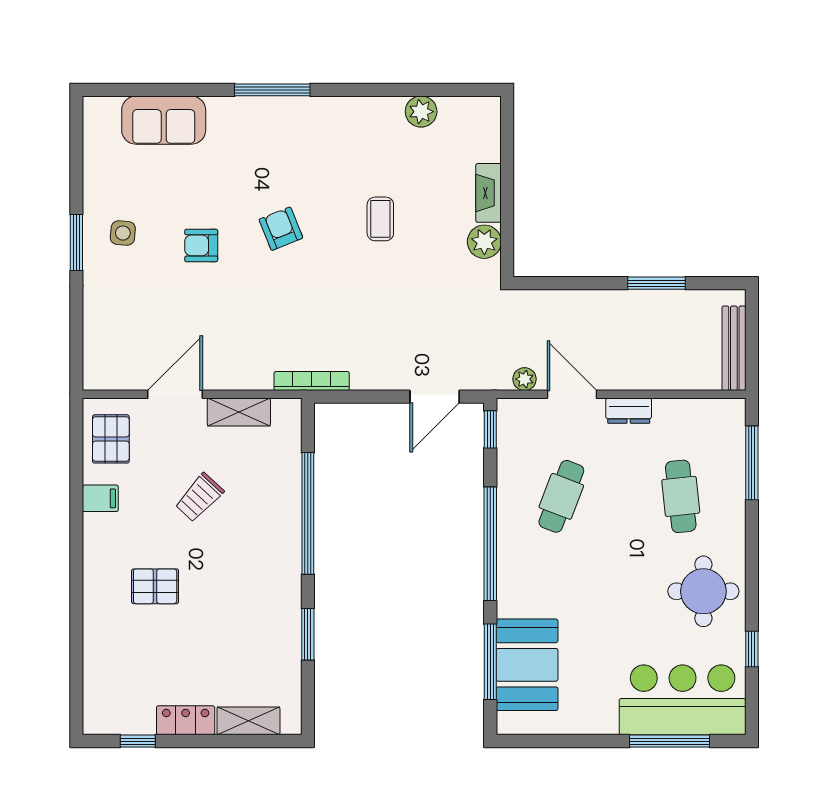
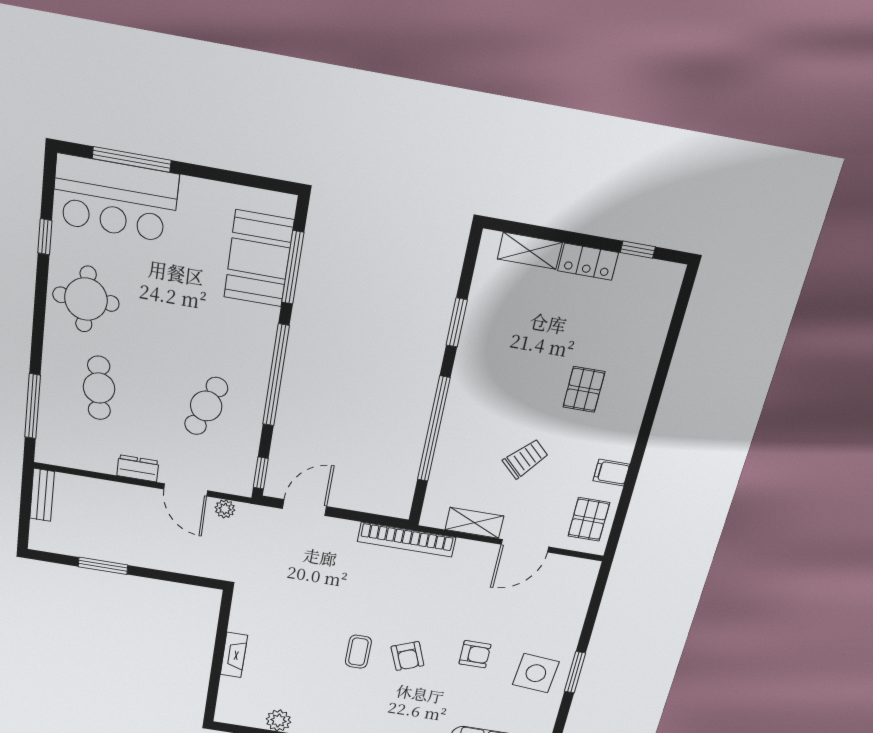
coffee table: (380, 219) -> (358, 652), moved
side table: (123, 233) -> (536, 673), width x1.87, depth x1.87
plant: (484, 242) -> (243, 620), removed
bench: (734, 348) -> (42, 495), width x0.73
bookcase: (312, 381) -> (407, 540), width x1.48, depth x1.31
pallet: (155, 586) -> (584, 389), turned 90

